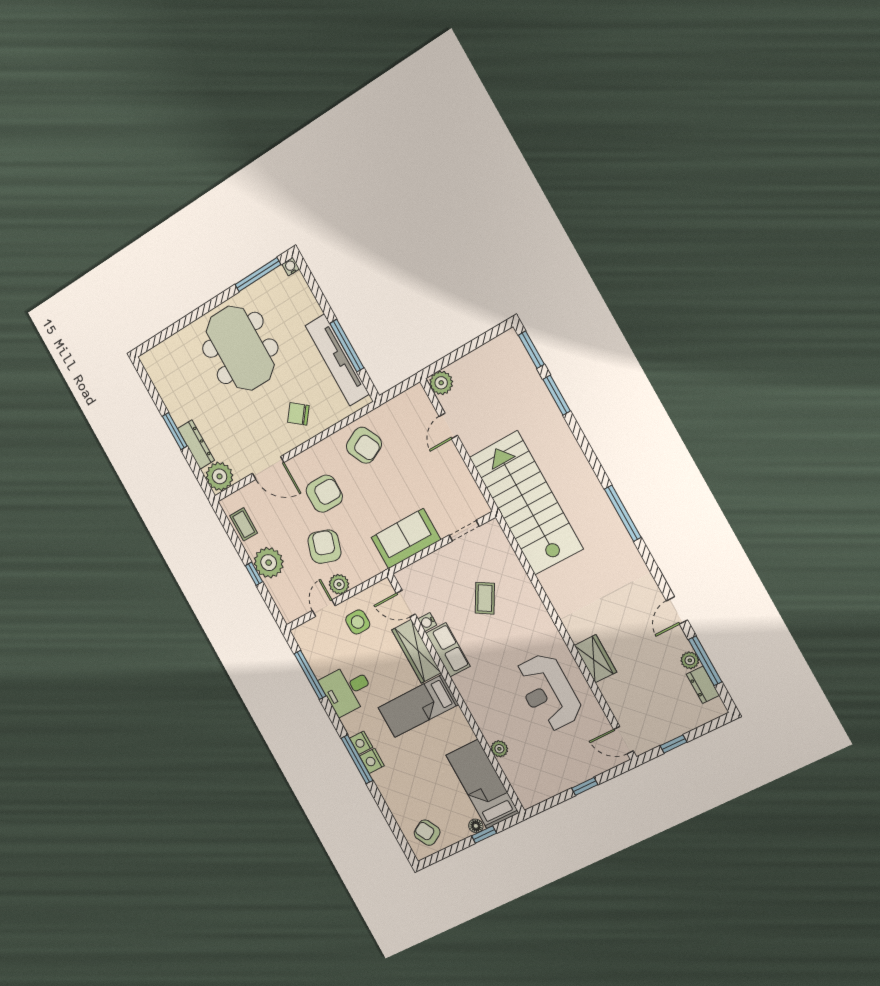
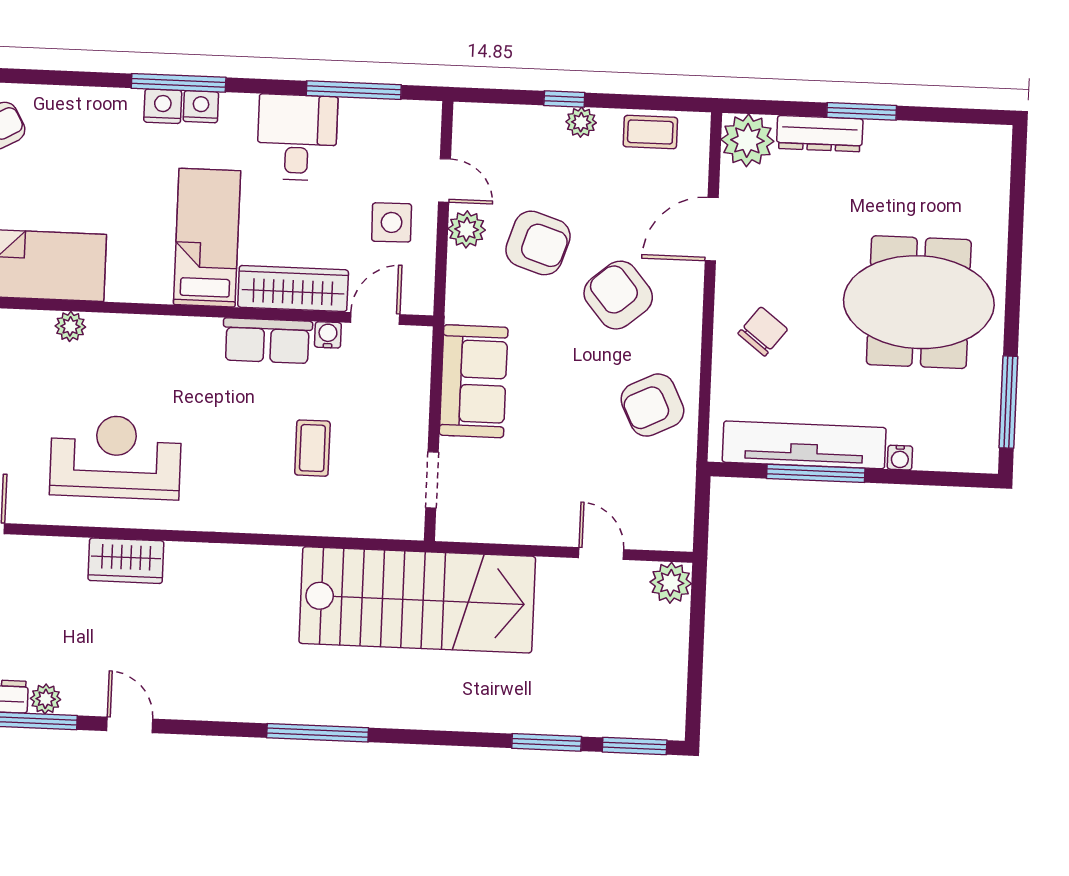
water cooler: (291, 267) -> (900, 458), moved, turned 90
armchair: (324, 494) -> (618, 295), turned 140
plant: (269, 563) -> (581, 122), width x0.53, depth x0.53
coffee table: (485, 598) -> (312, 448), turned 59

